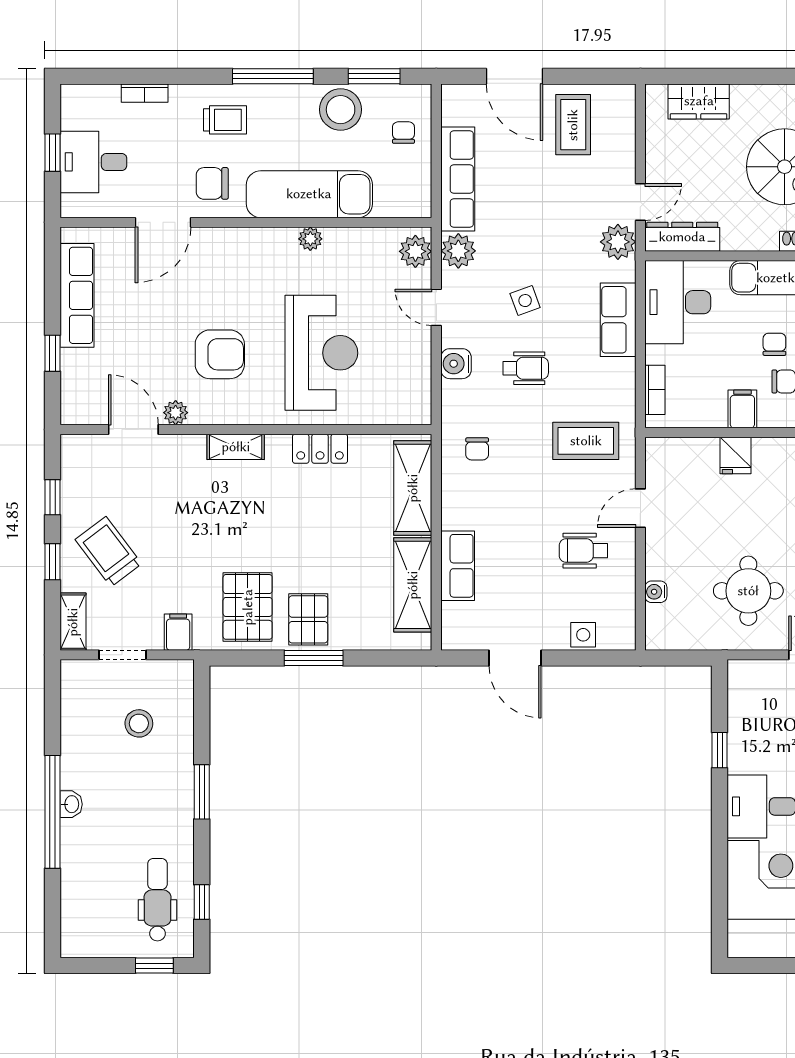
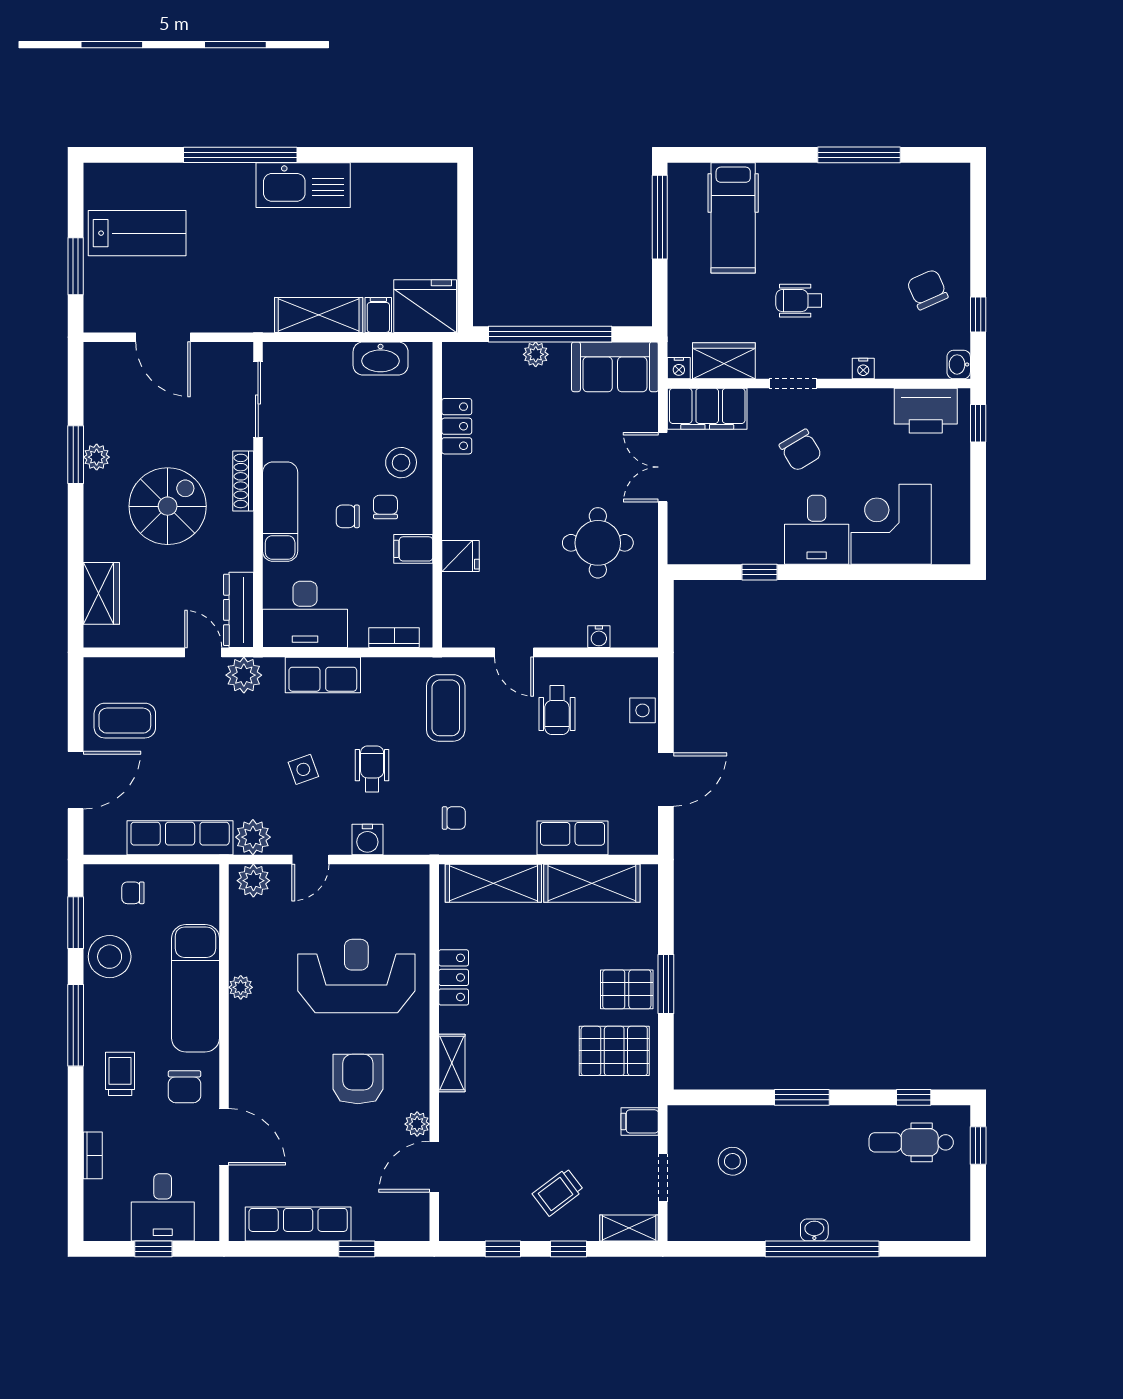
trolley: (108, 552) -> (558, 1192), width x0.73, depth x0.72

